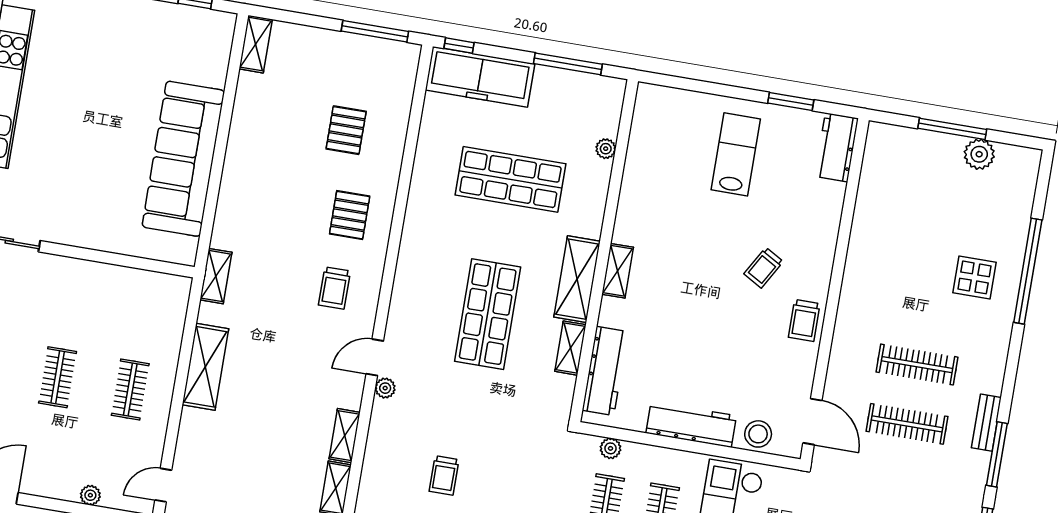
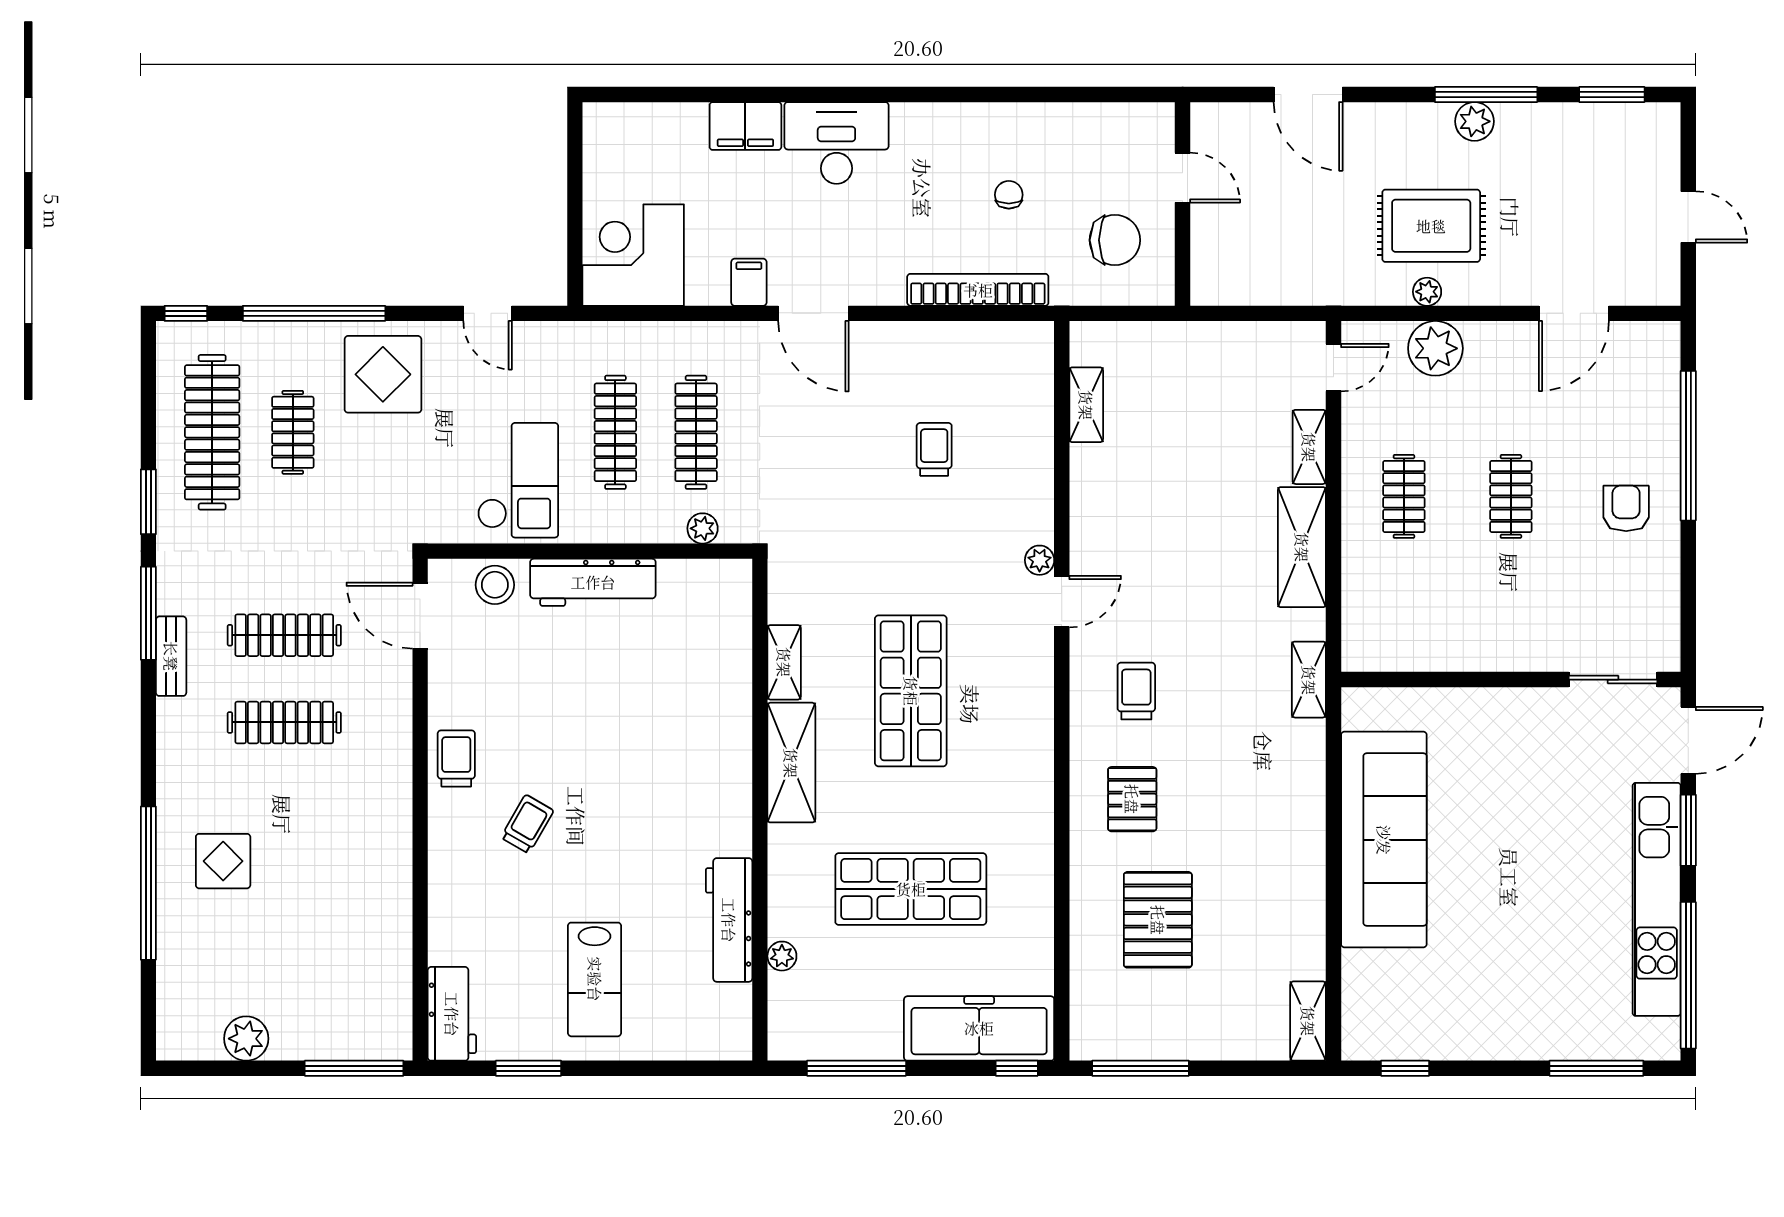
window: (952, 129) -> (354, 1068), moved
pallet: (346, 130) -> (1158, 920), width x1.50, depth x1.42
shelving: (618, 271) -> (735, 784), removed
workbench: (605, 371) -> (729, 920), moved
shelving: (345, 436) -> (1309, 447), moved
plant: (90, 495) -> (1435, 348), width x1.88, depth x1.88

